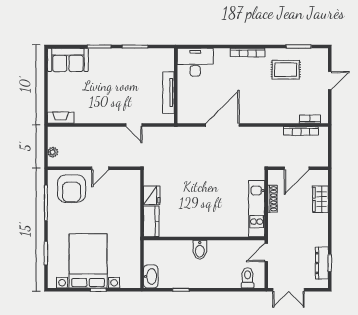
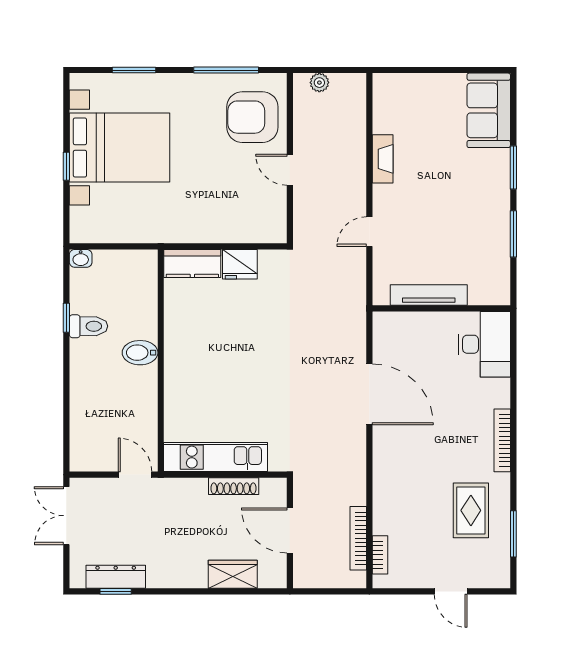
fireplace: (61, 118) -> (383, 159), moved
washbasin: (151, 276) -> (81, 258), width x0.52, depth x0.69
toilet: (248, 278) -> (88, 326), moved

